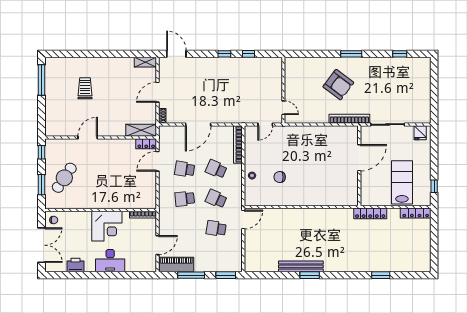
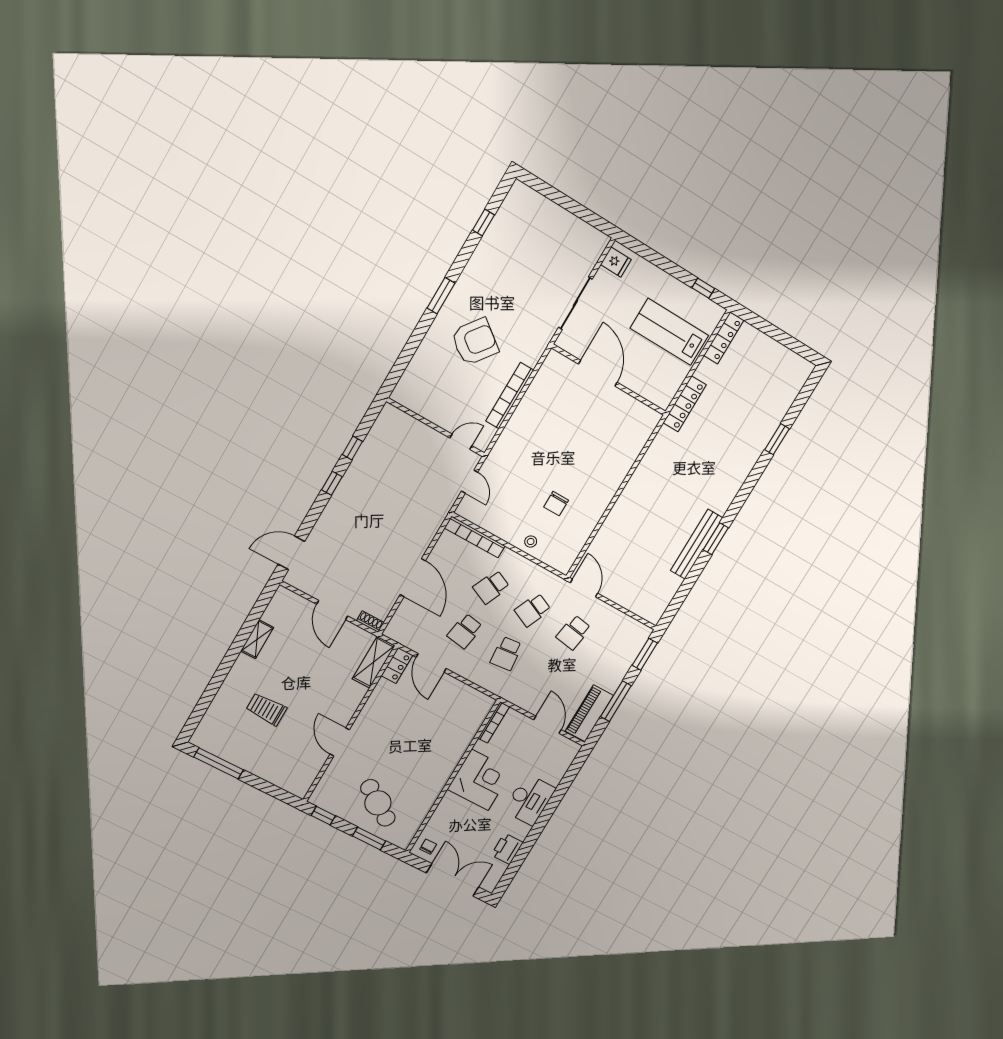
shelving: (145, 62) -> (257, 639), moved
bookcase: (349, 119) -> (510, 396), moved

